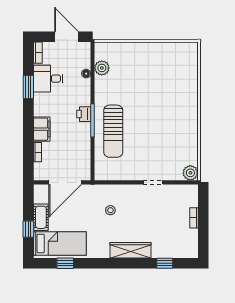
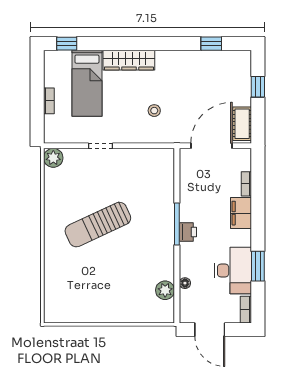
desk: (48, 79) -> (233, 271), width x1.37
sun lounger: (113, 131) -> (98, 225), moved, turned -115
cot: (41, 217) -> (242, 124), moved
bed: (60, 244) -> (87, 83), moved, turned -90
window: (165, 263) -> (67, 44), moved

